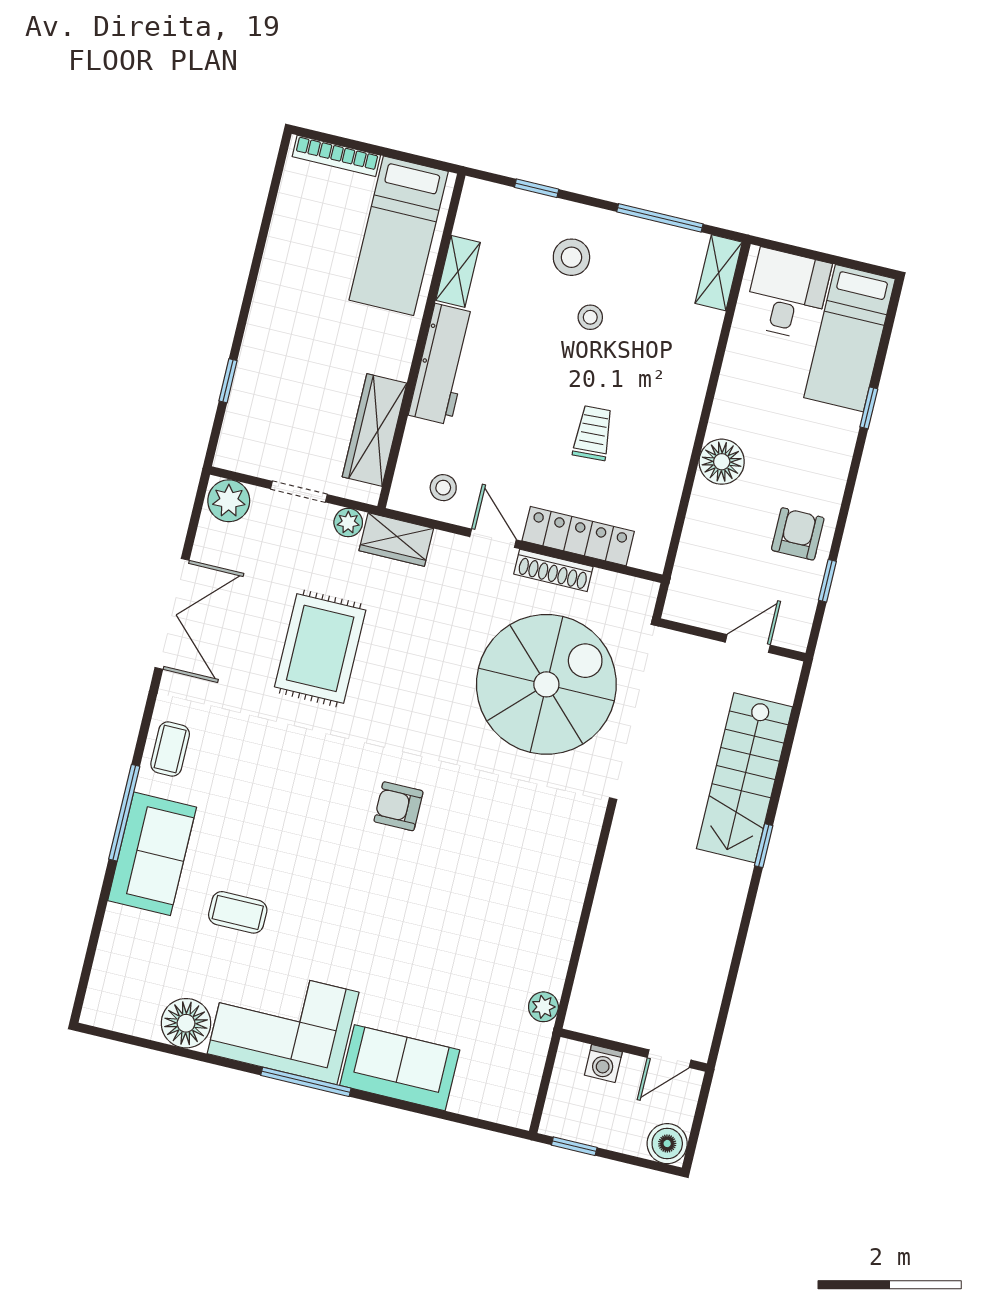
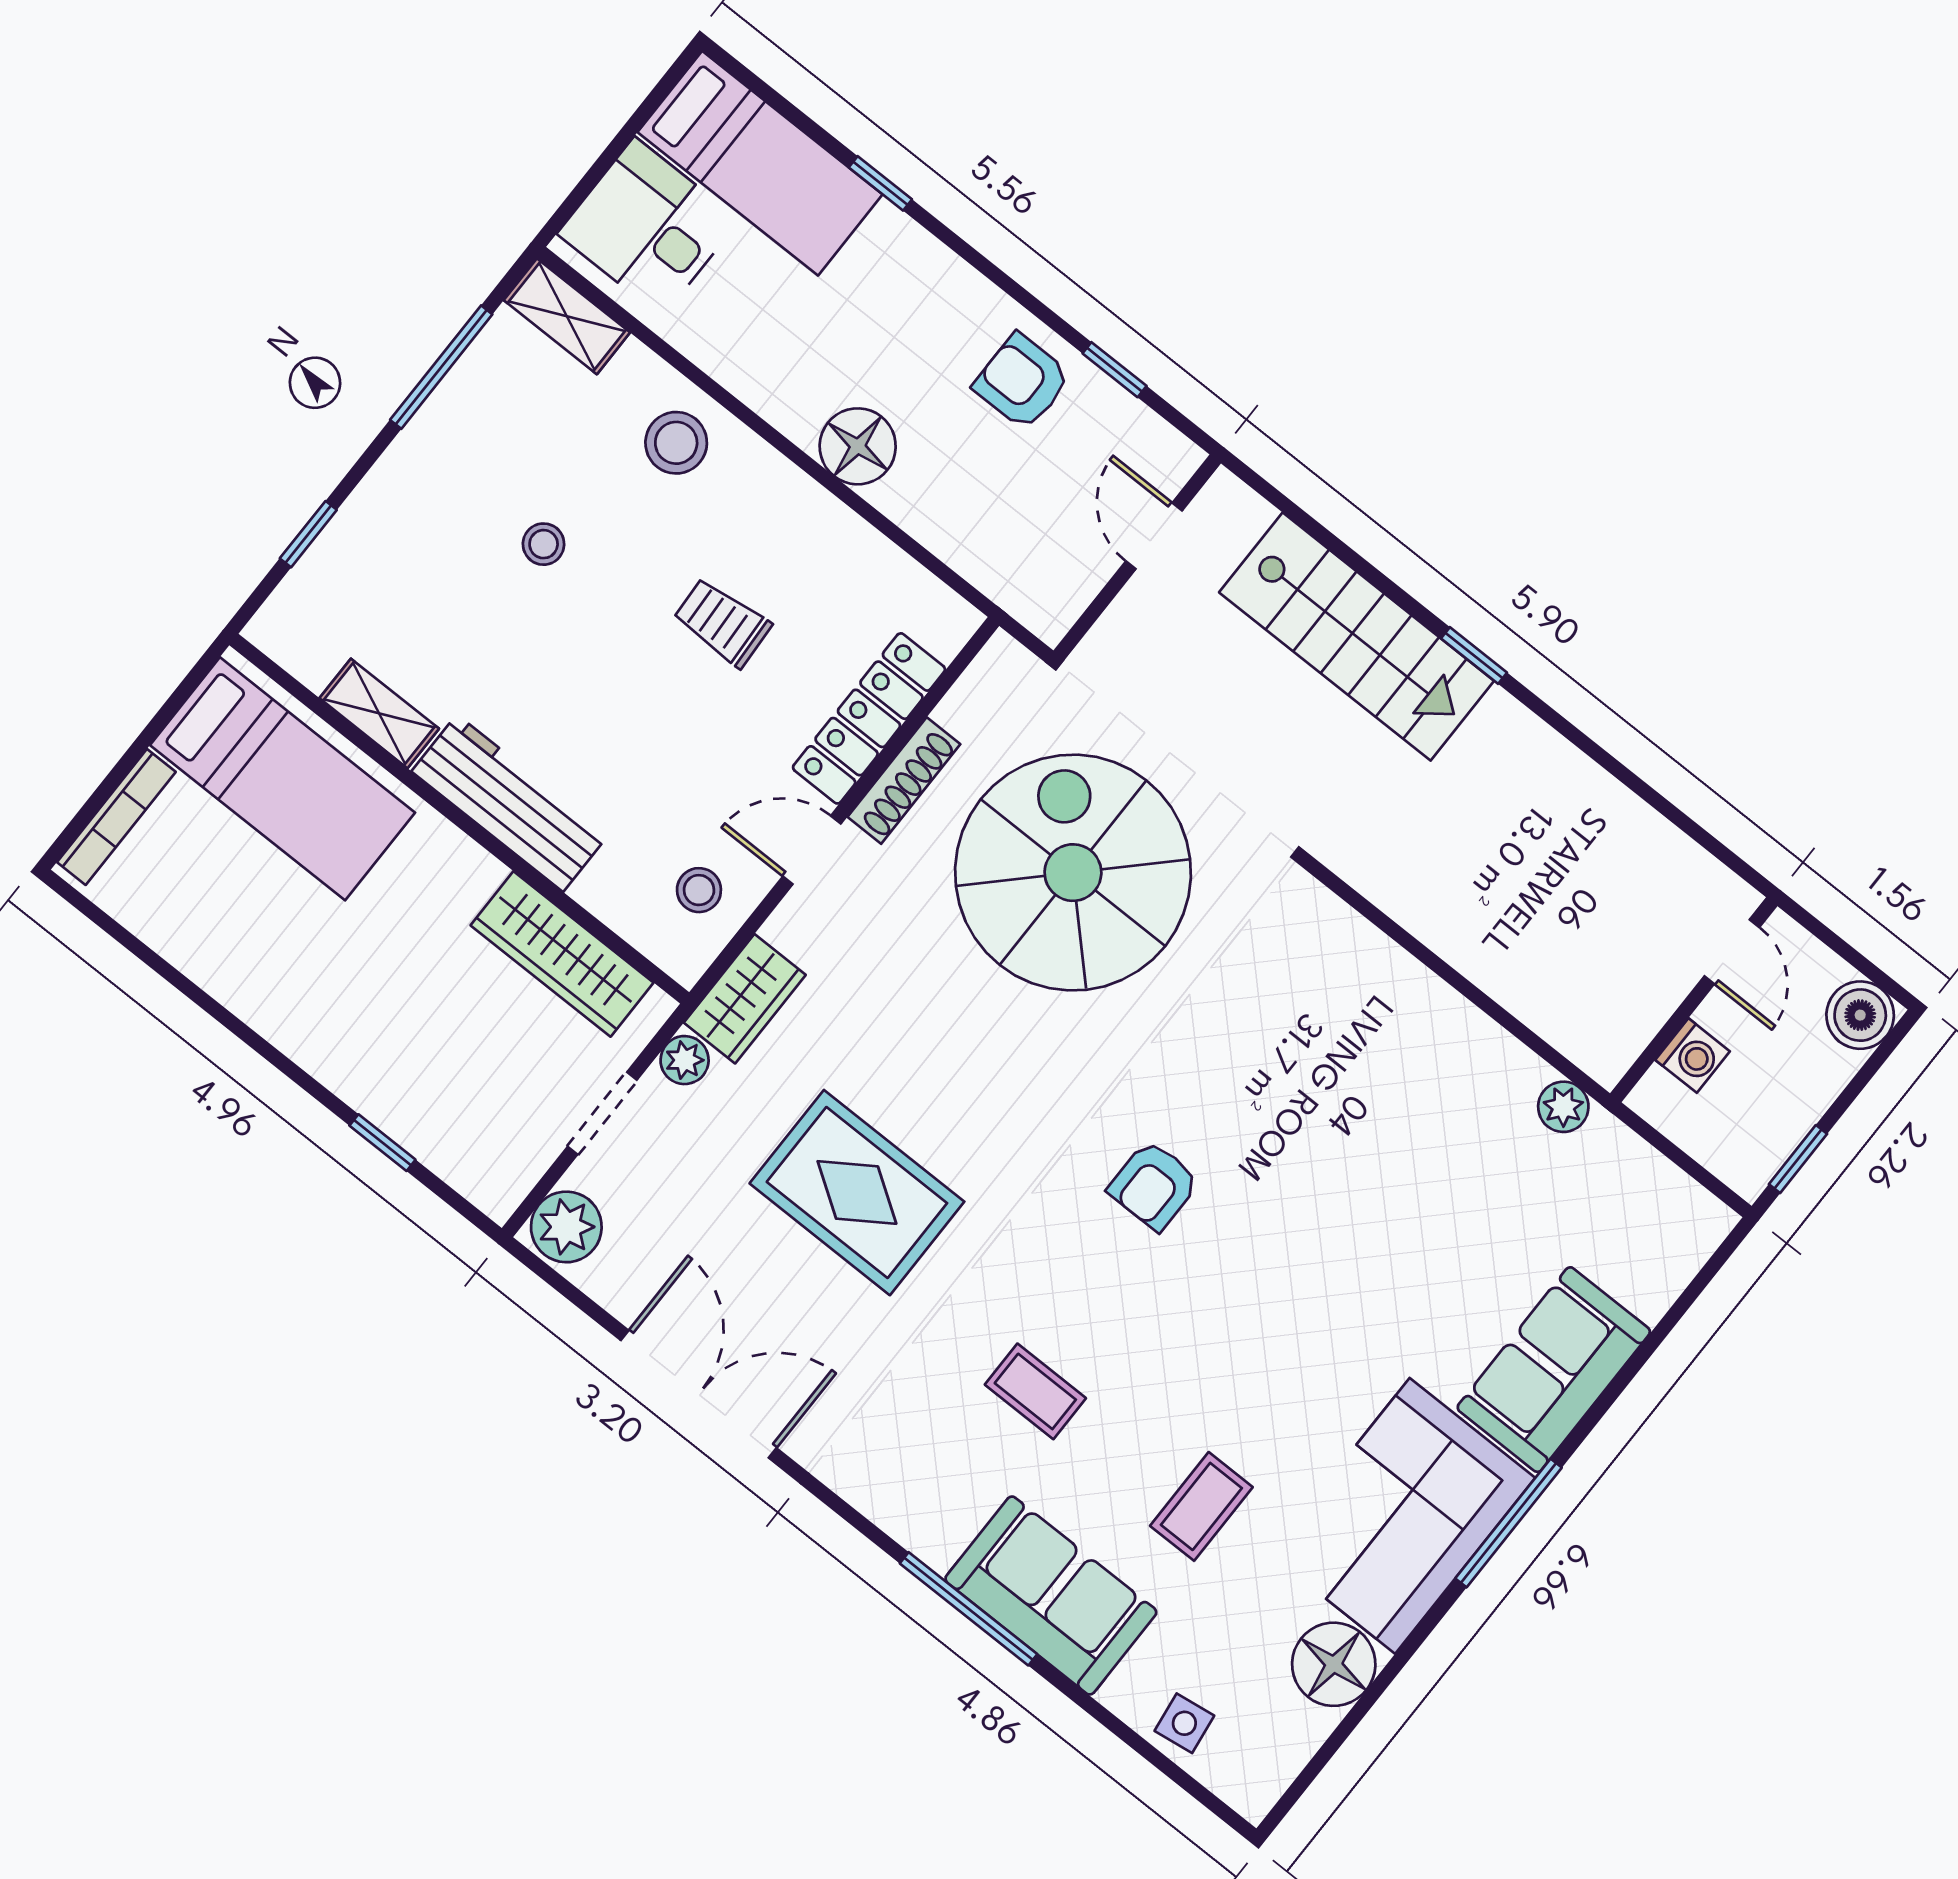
stool: (571, 257) -> (676, 443), moved
coffee table: (170, 749) -> (1035, 1391), moved
side table: (117, 958) -> (1184, 1723), added

